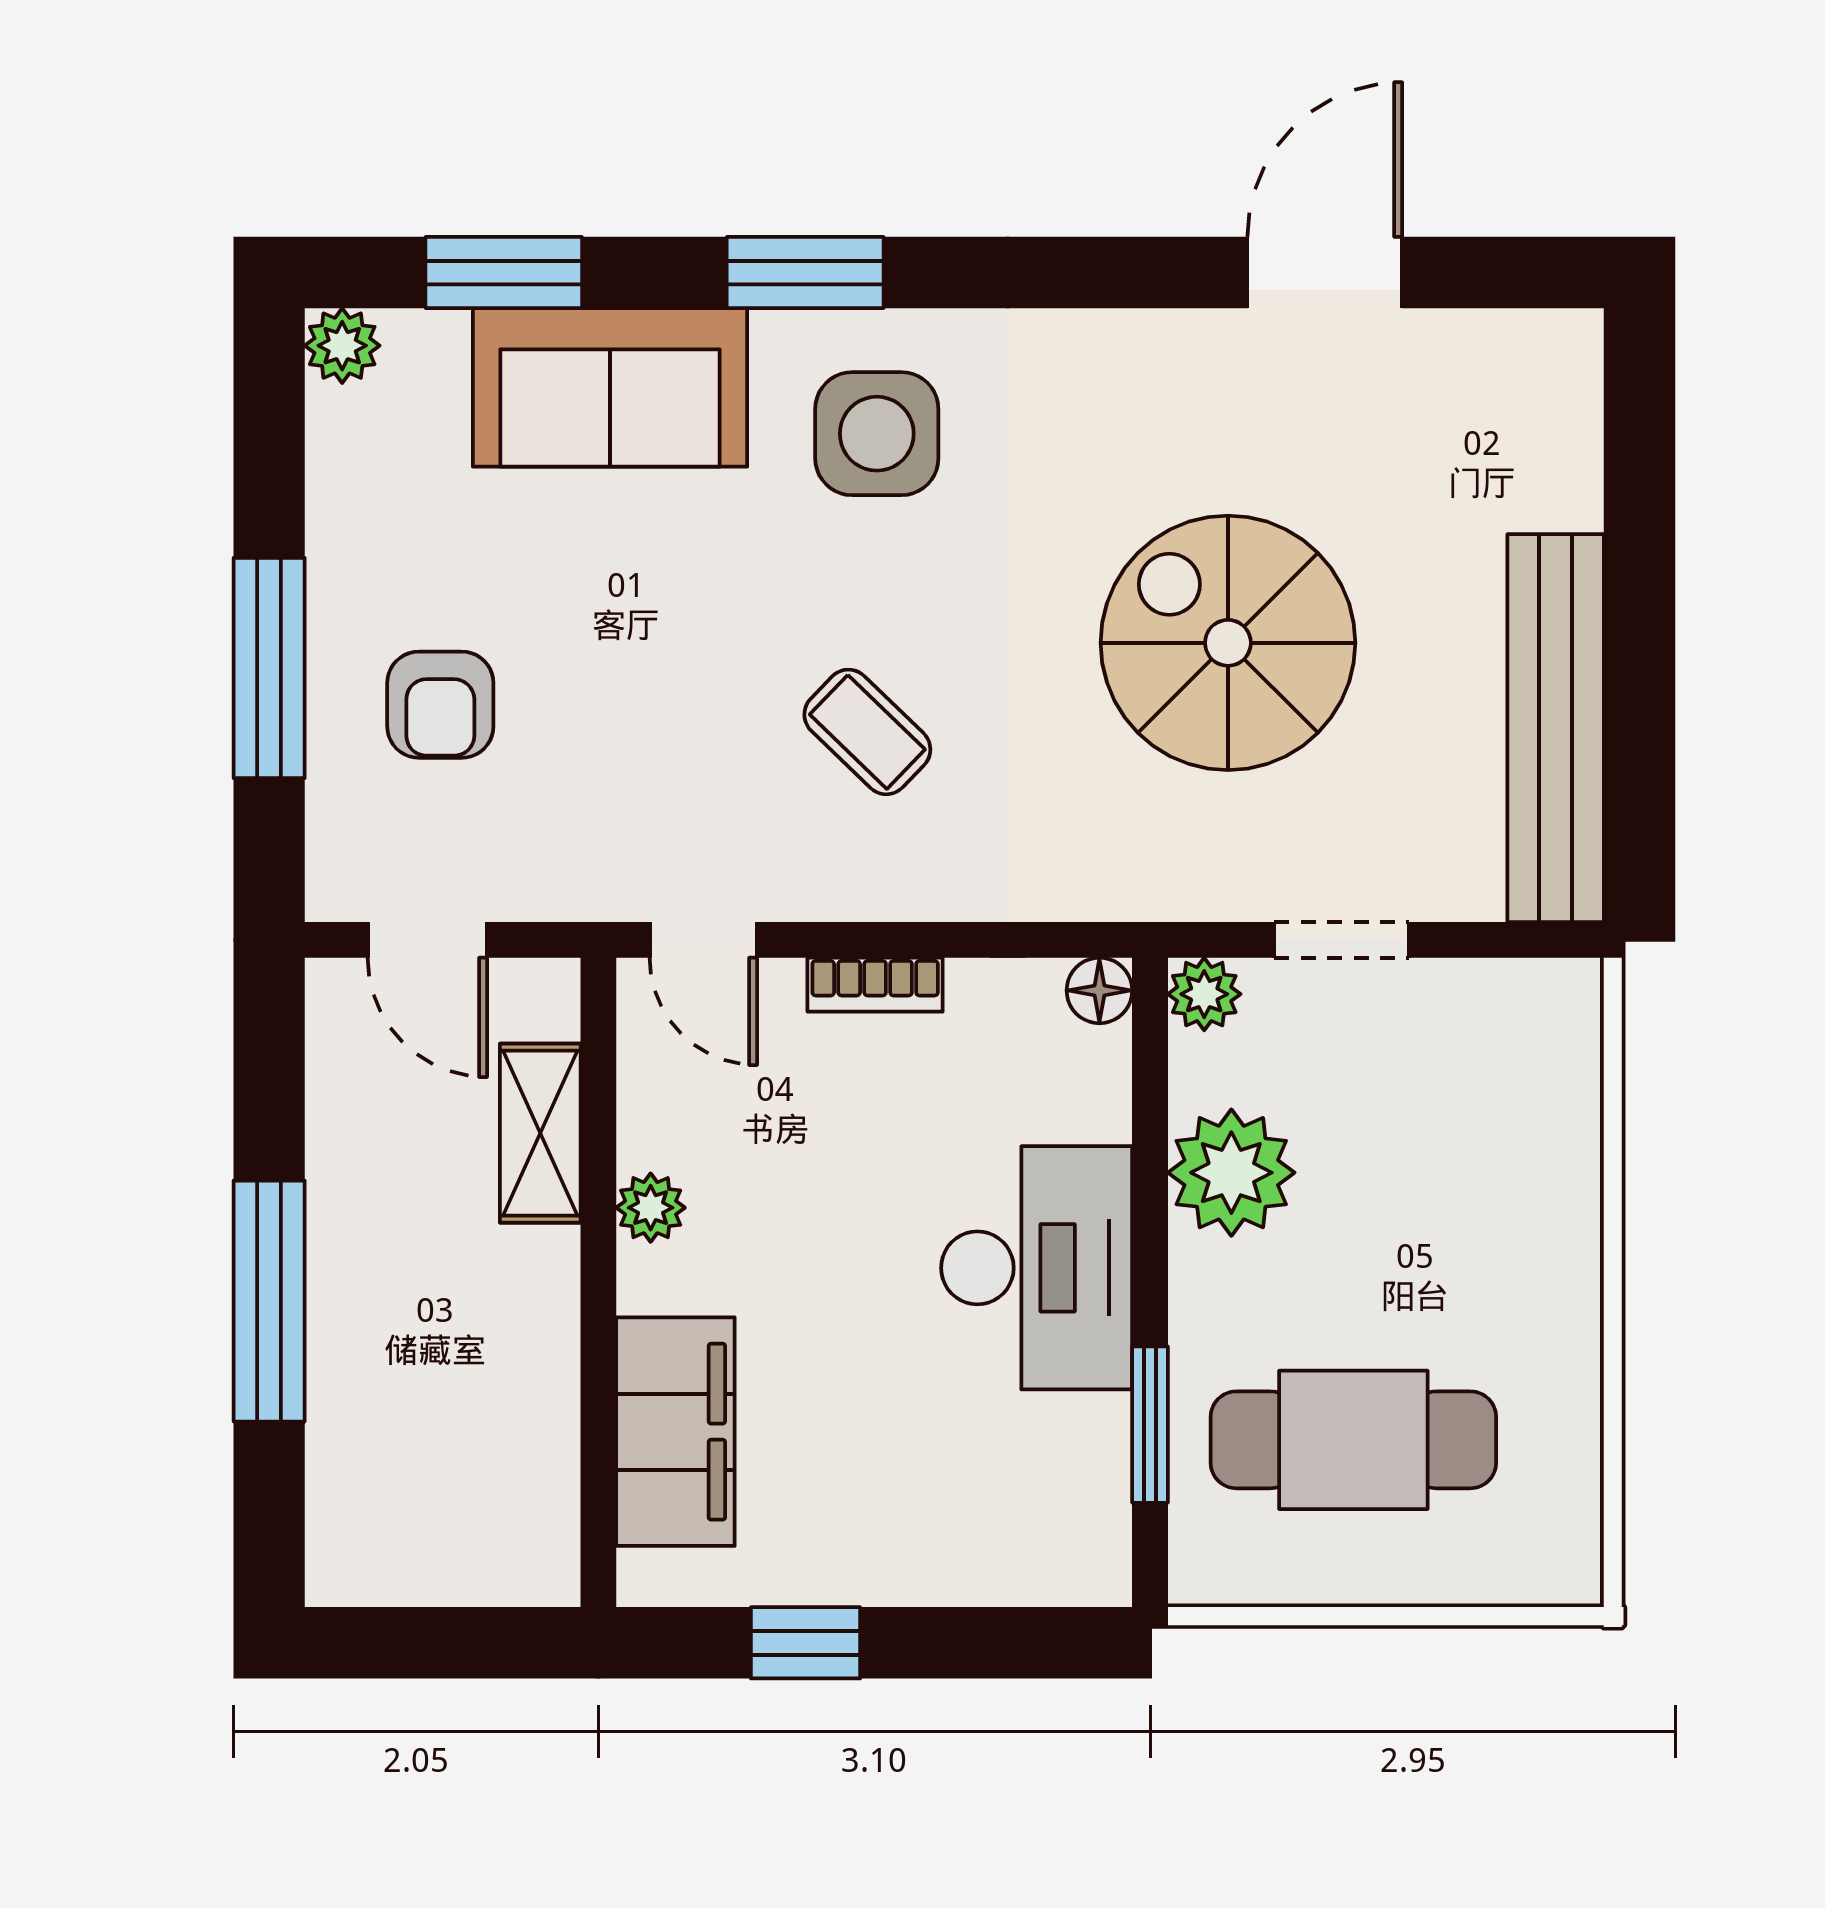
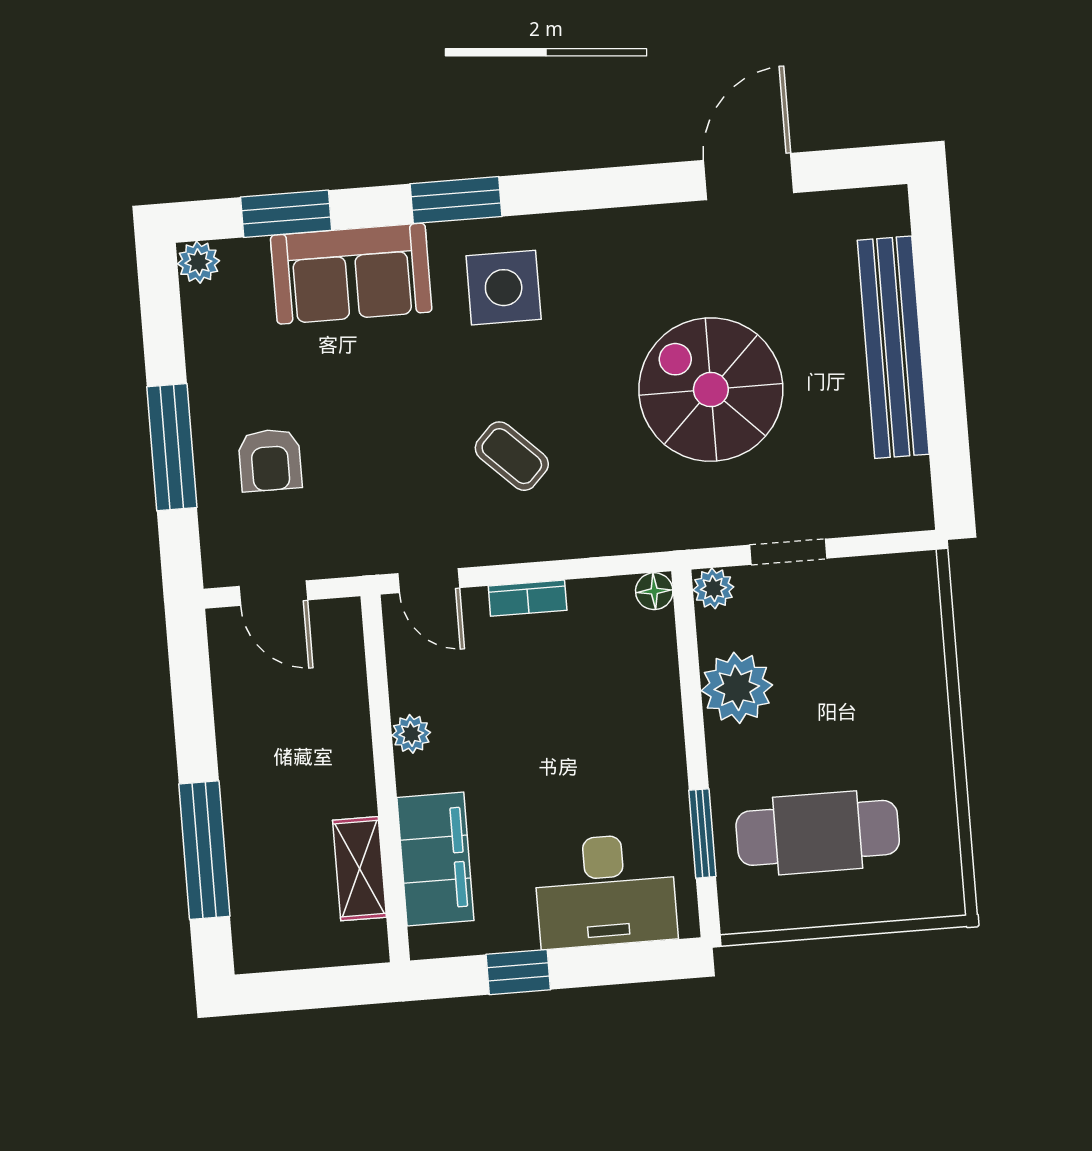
bench: (1556, 728) -> (893, 347), moved
shelving: (540, 1133) -> (359, 869), moved
desk: (1037, 1268) -> (605, 891), moved, turned 90
window: (269, 1301) -> (204, 850), moved

